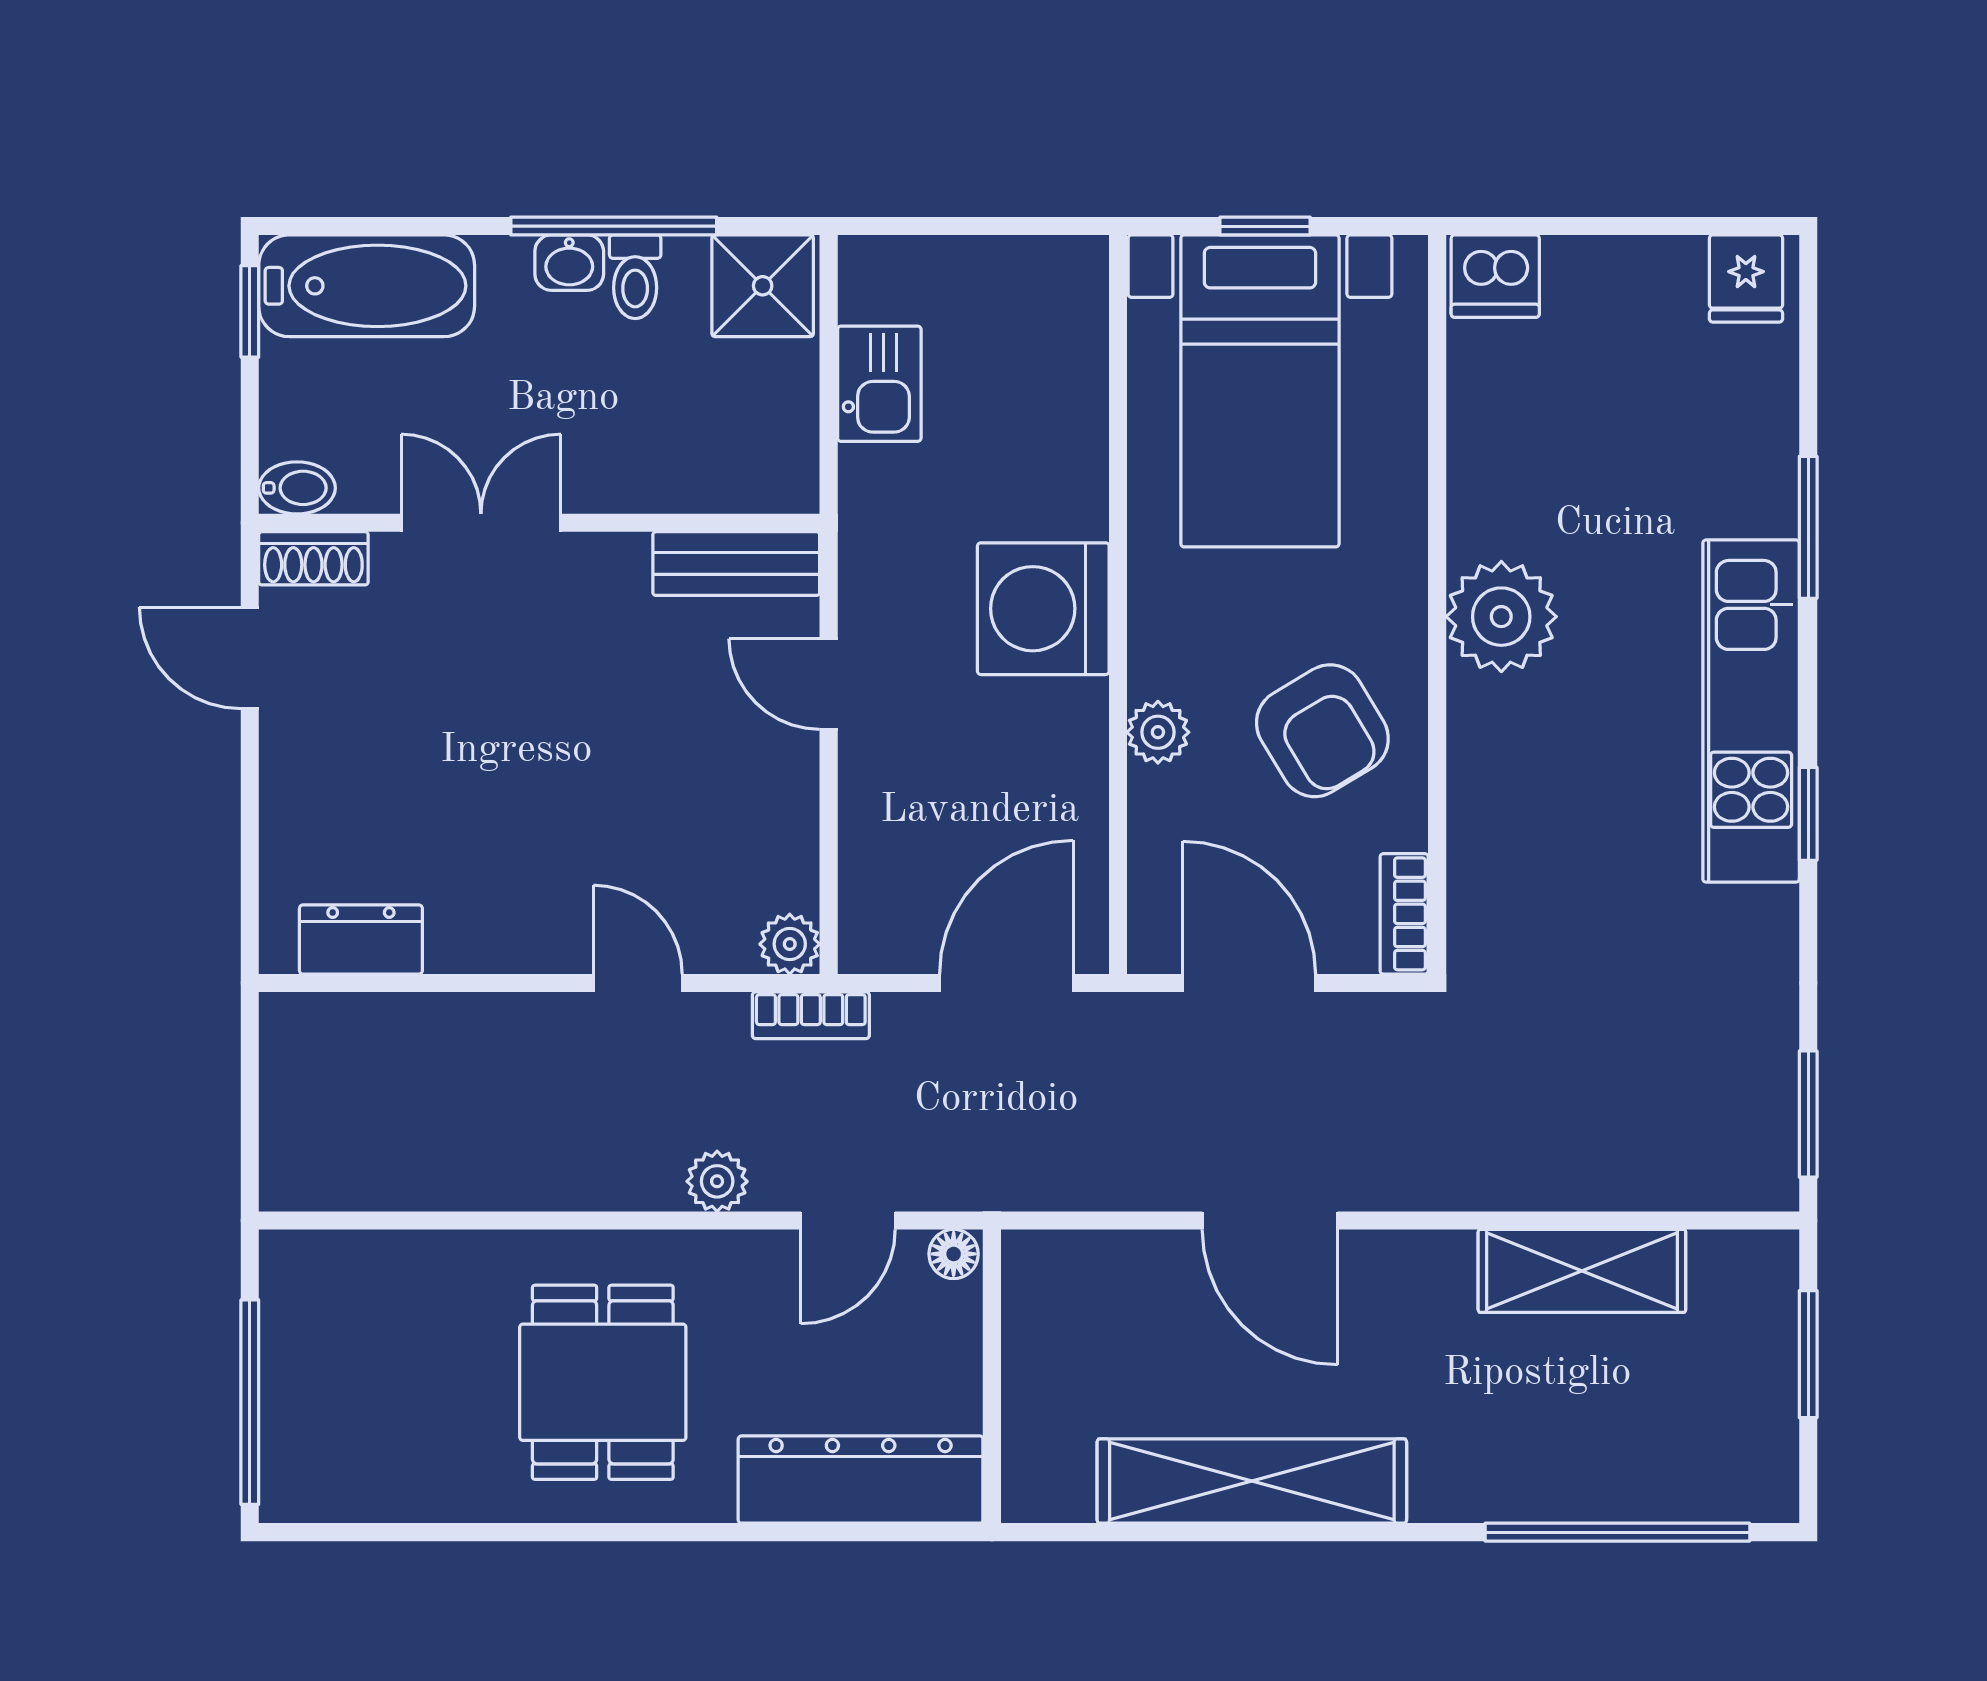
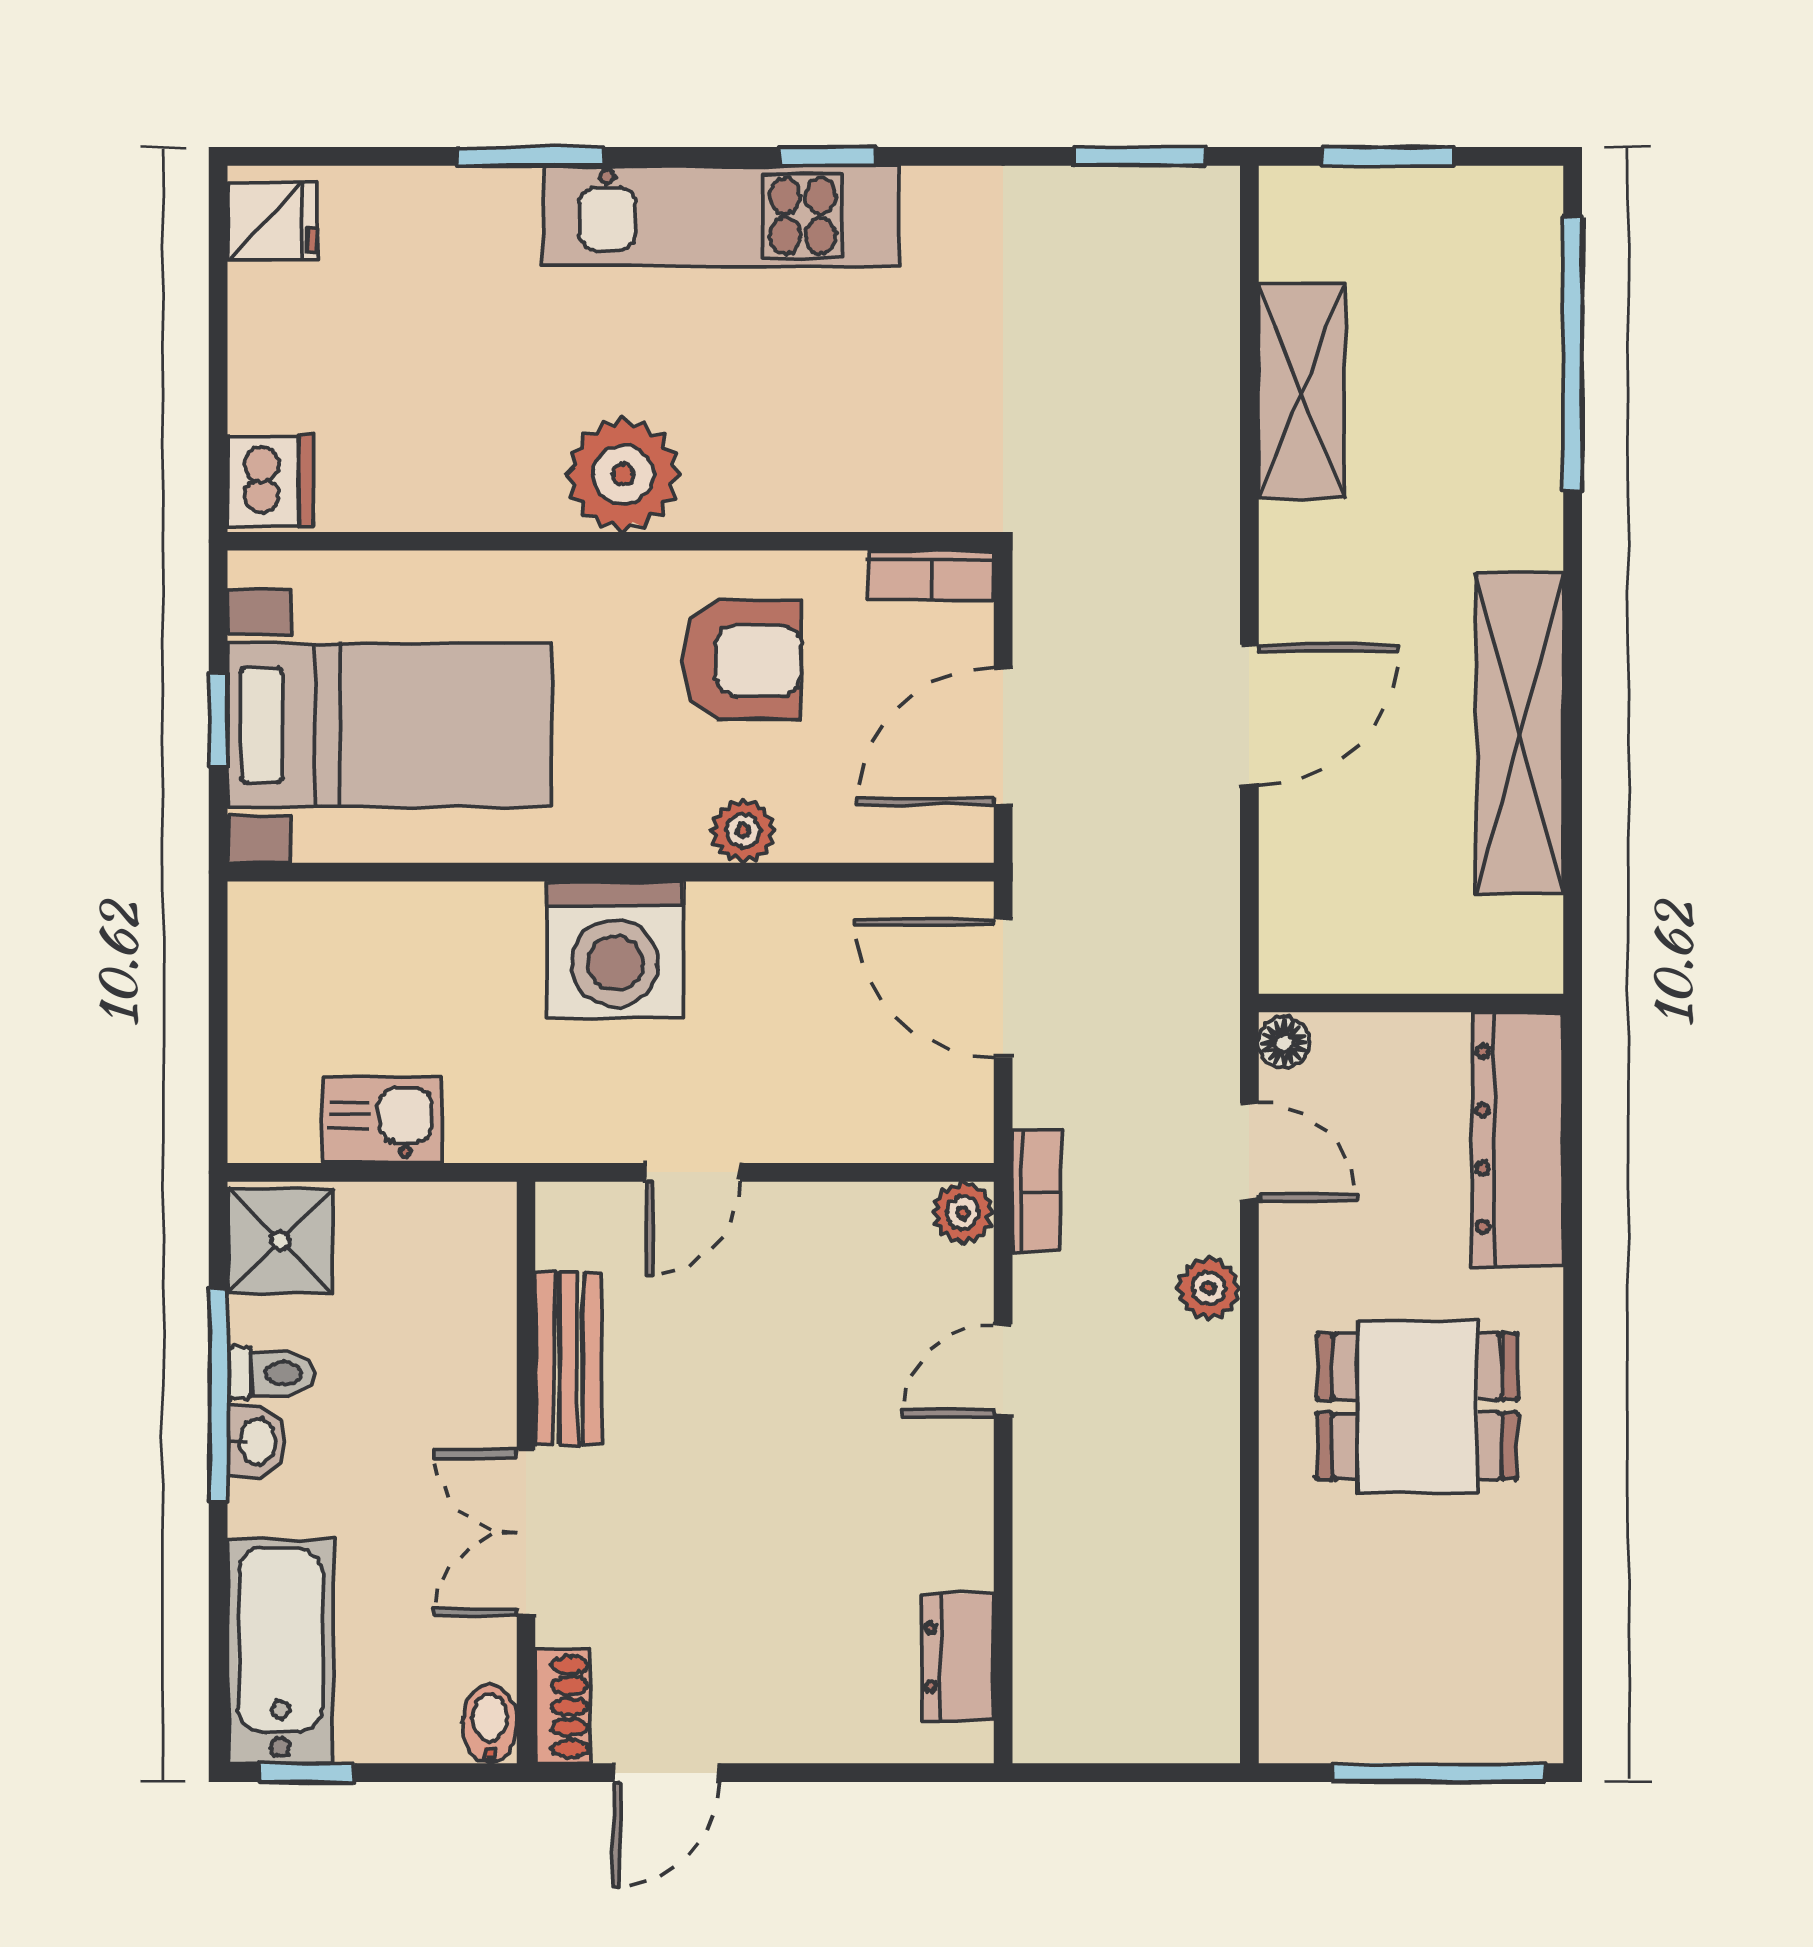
bench: (736, 564) -> (568, 1358), moved
armchair: (1322, 731) -> (742, 660), turned 31

